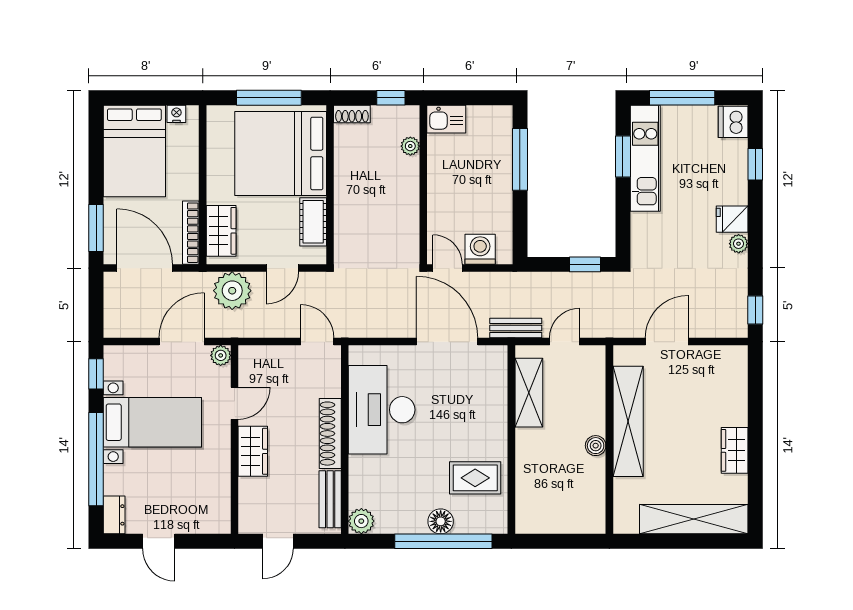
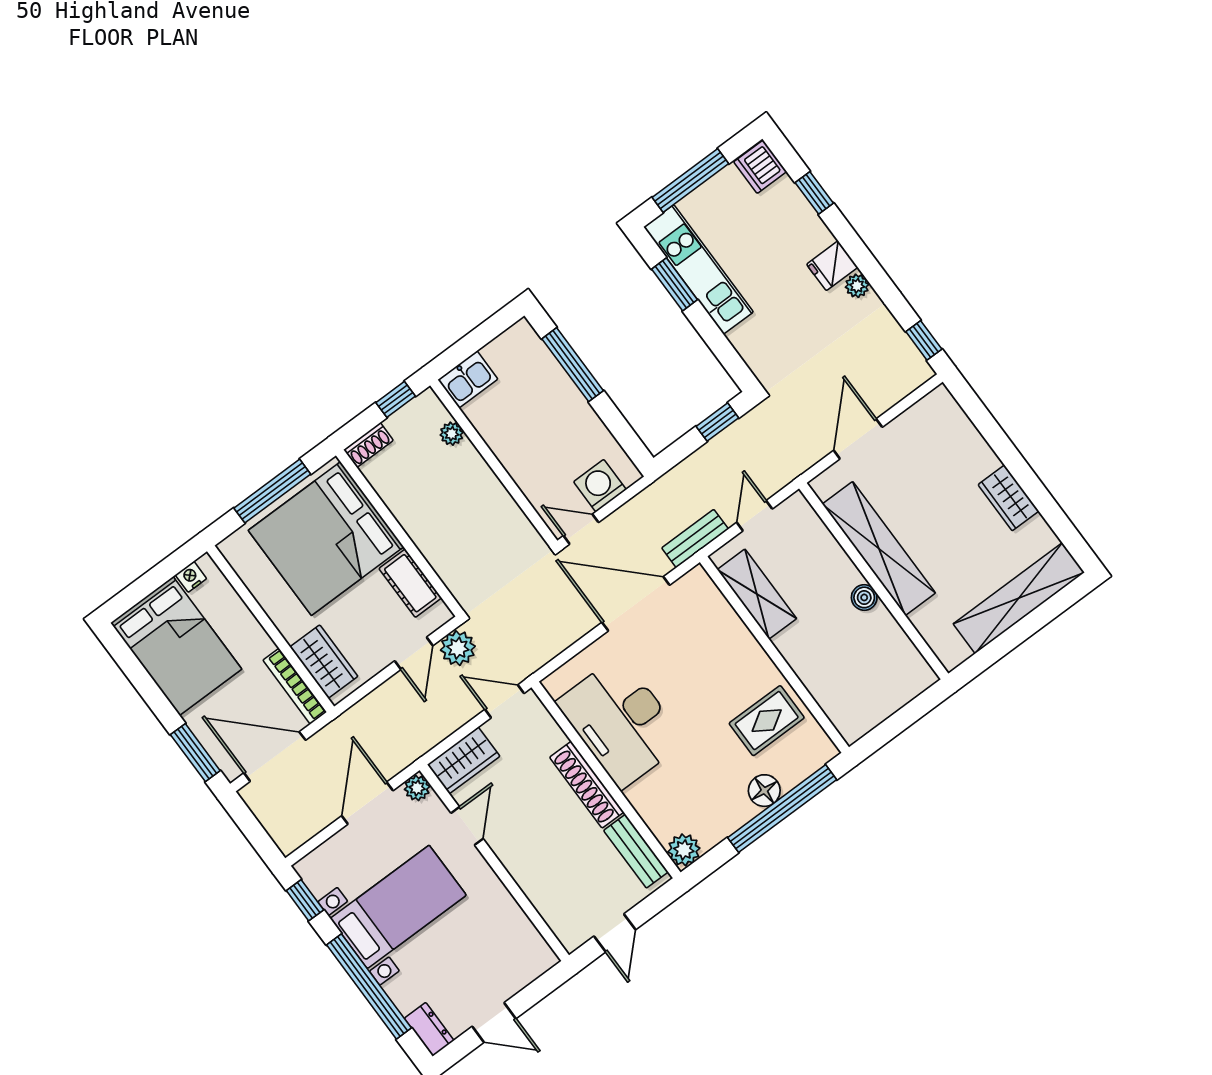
plant: (232, 291) -> (458, 648), moved, width x0.73, depth x0.73
wardrobe: (253, 451) -> (464, 760), moved, turned 90

